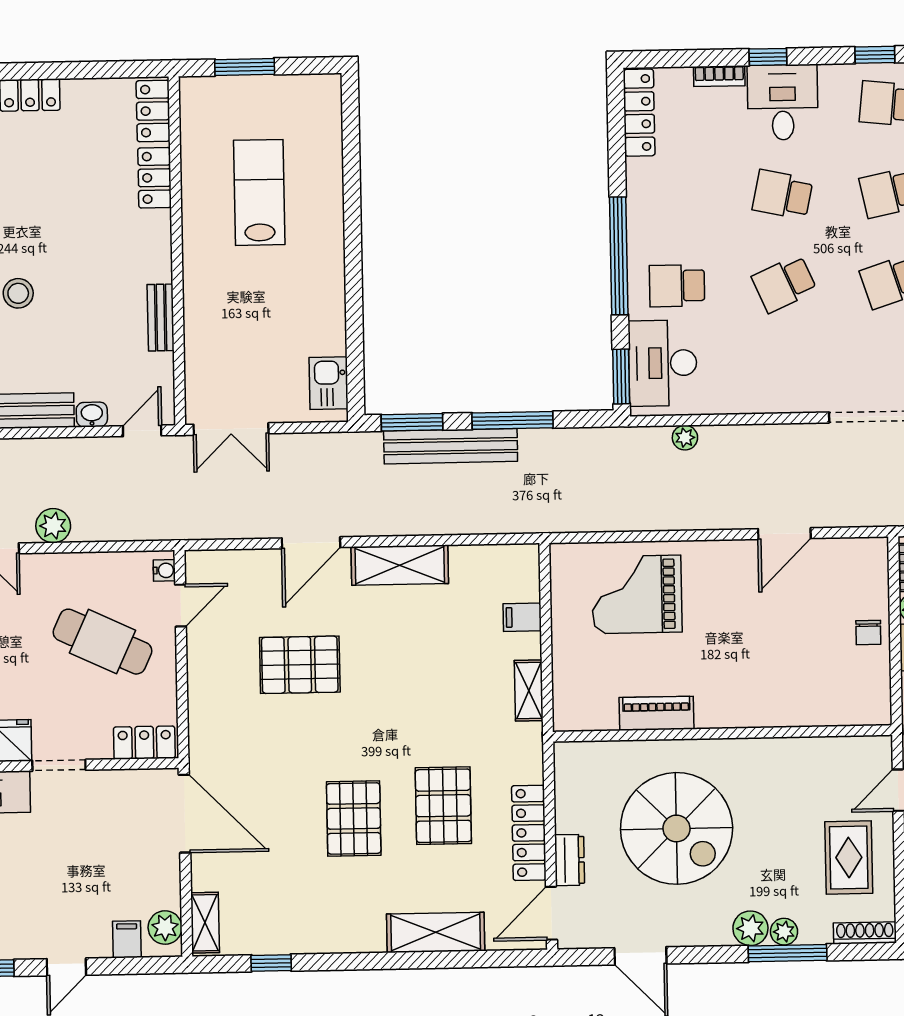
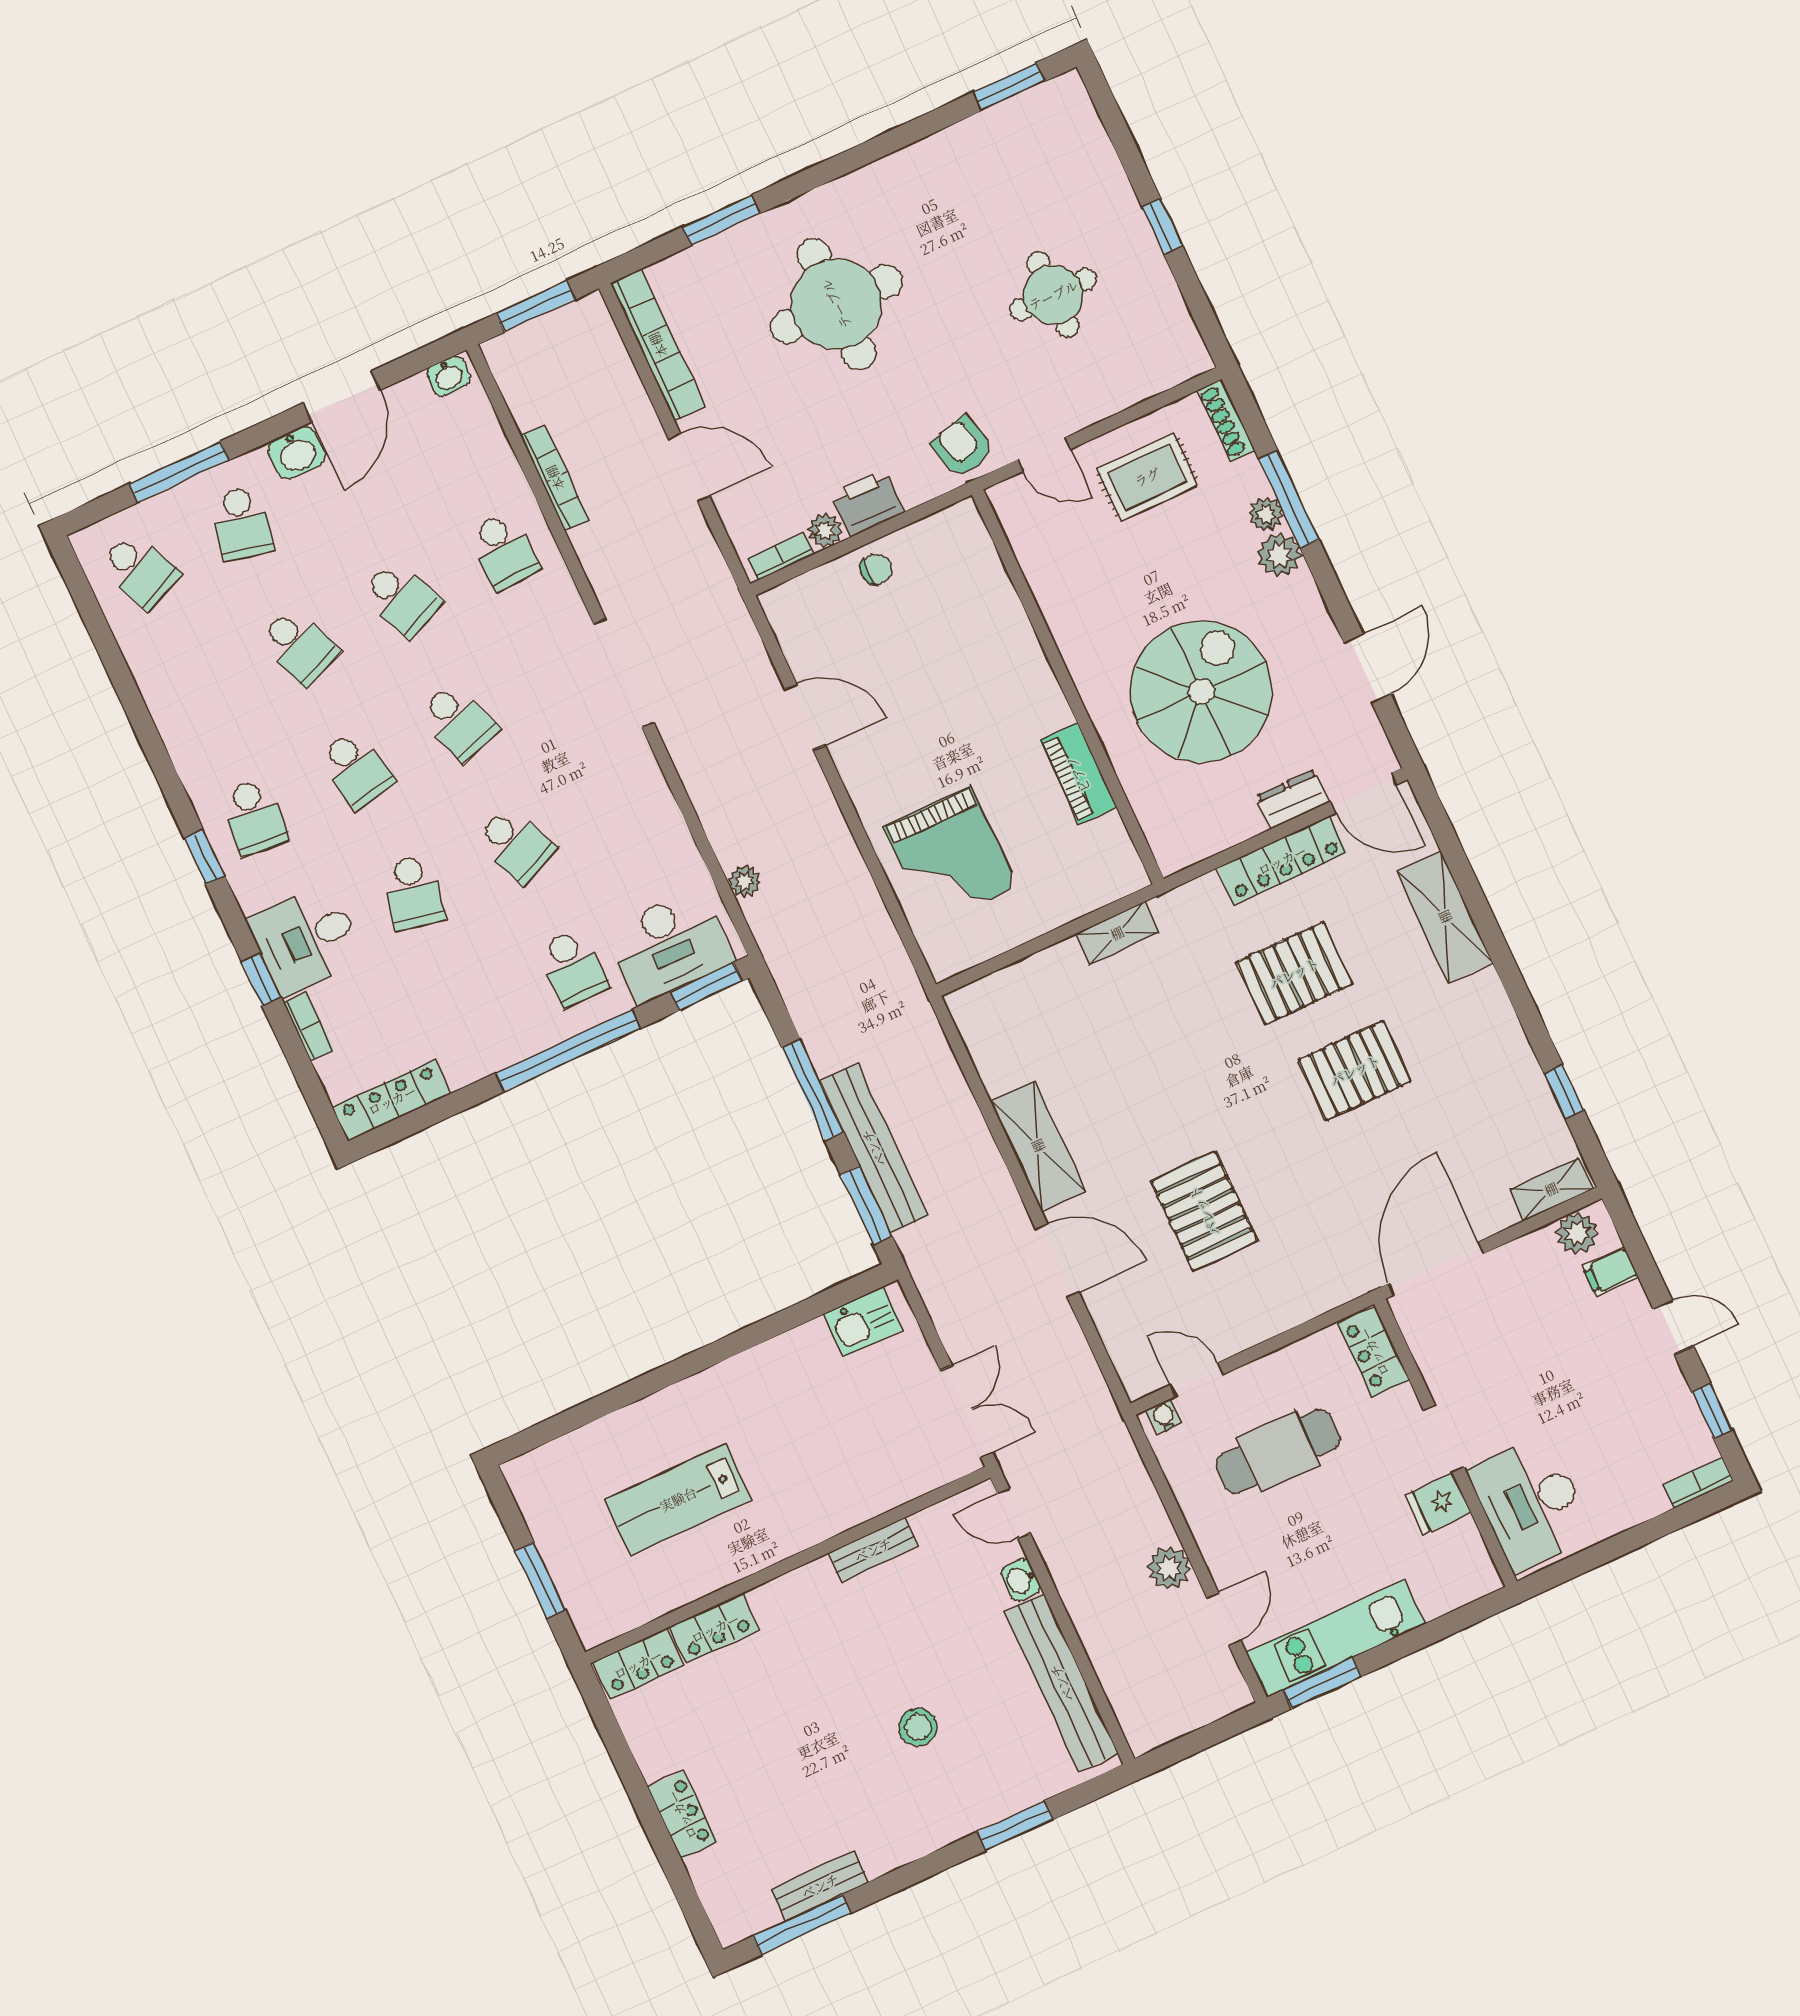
filing cabinet: (522, 617) -> (1036, 978), removed
cafe table: (102, 642) -> (1278, 1452), turned 65

